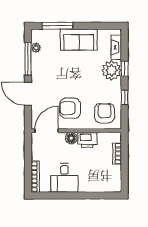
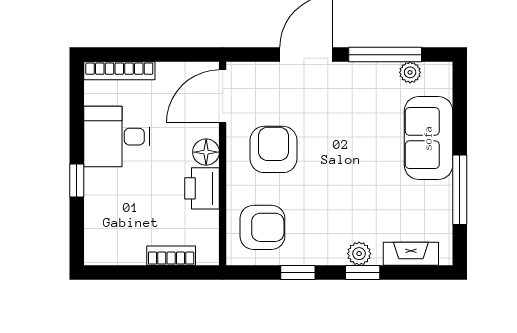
window: (58, 26) -> (460, 190), moved
sofa: (79, 40) -> (428, 138), moved
plant: (112, 70) -> (359, 254), width x0.53, depth x0.53
door: (47, 131) -> (223, 96), swing flipped
window: (84, 195) -> (77, 181), added

